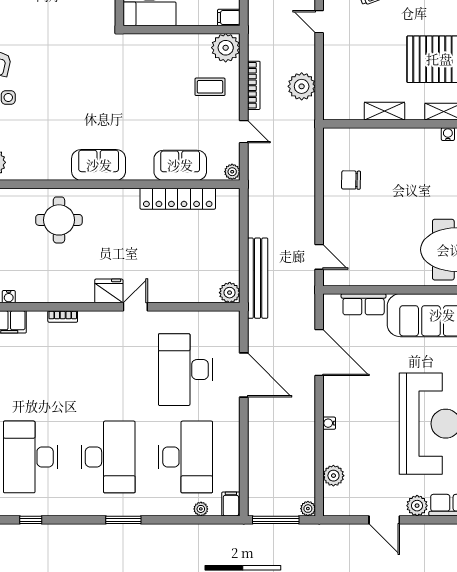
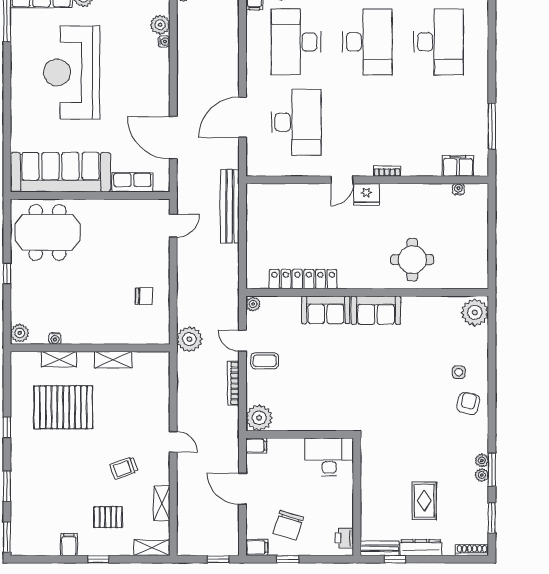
plant: (302, 86) -> (189, 339), moved
coffee table: (210, 87) -> (265, 361), moved
sofa: (180, 165) -> (326, 310), moved
door: (319, 257) -> (173, 226), swing flipped
plant: (230, 293) -> (256, 193), removed
bookcase: (63, 316) -> (387, 171), moved
door: (244, 375) -> (243, 117), hinge flipped
water cooler: (329, 423) -> (164, 42), moved
desk: (108, 457) -> (367, 42), turned 180

